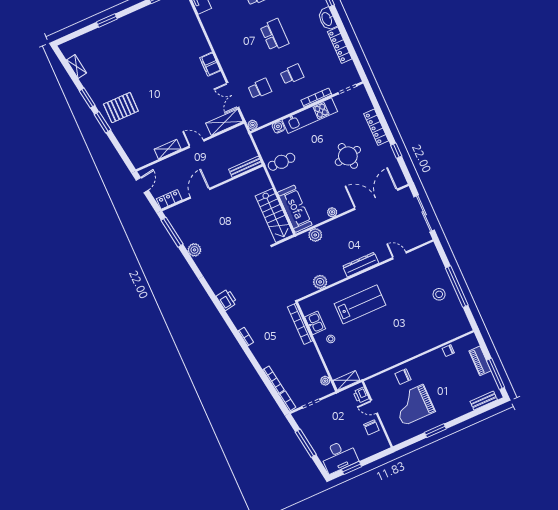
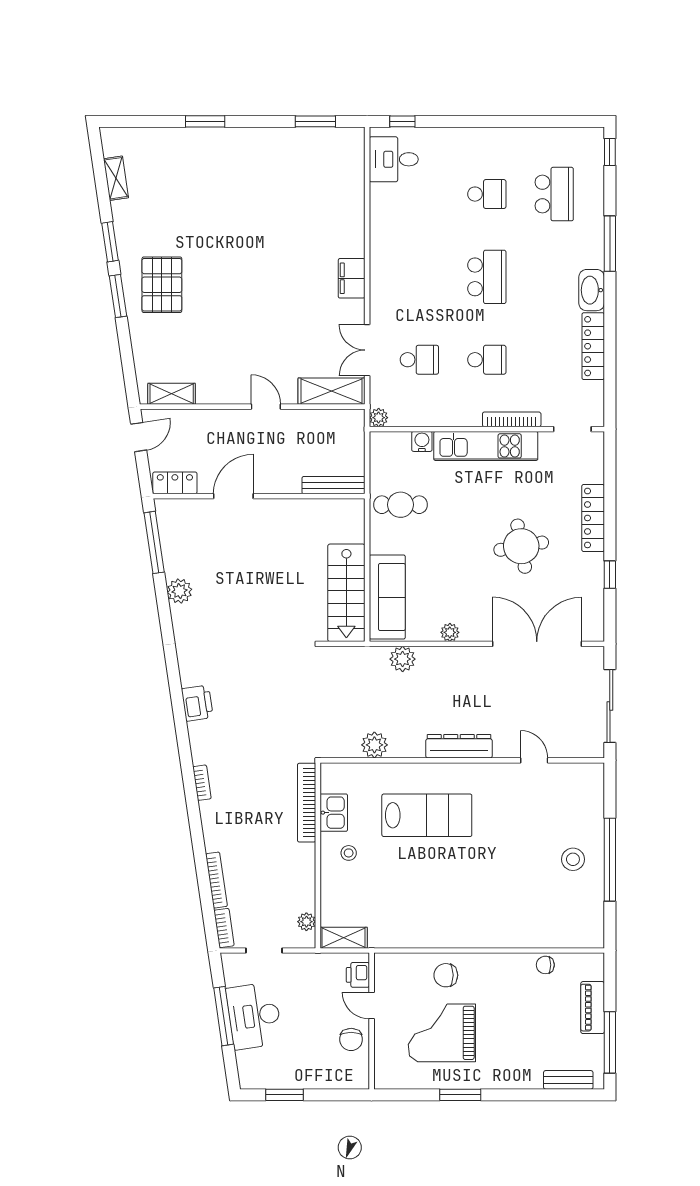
pallet: (121, 108) -> (162, 285), turned 90
shelving: (168, 149) -> (172, 394), moved
desk: (339, 456) -> (254, 1016), moved, turned 82

